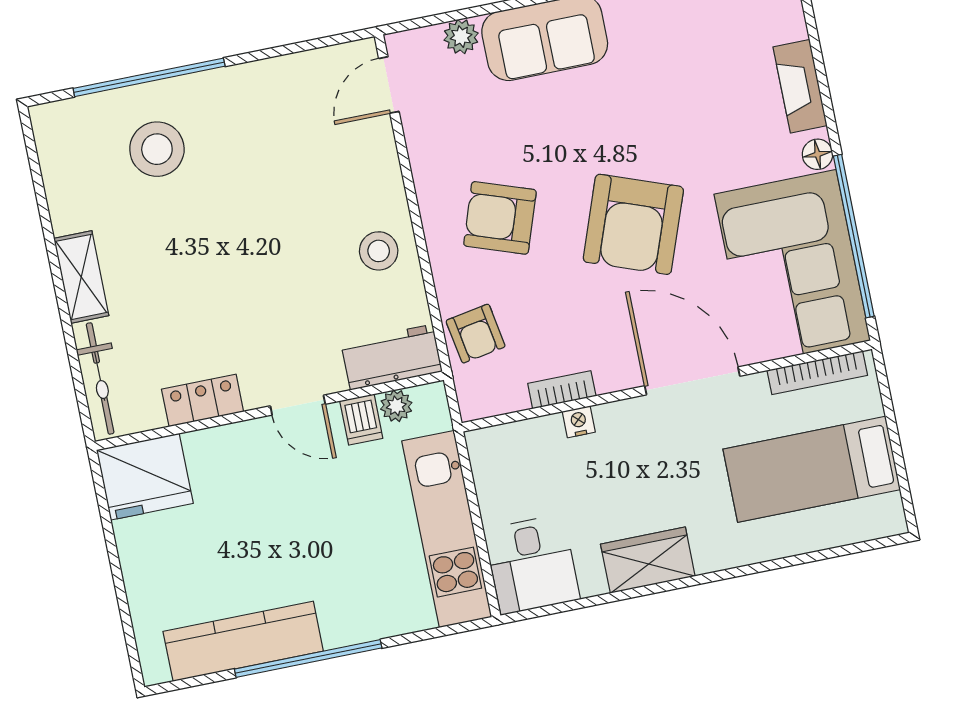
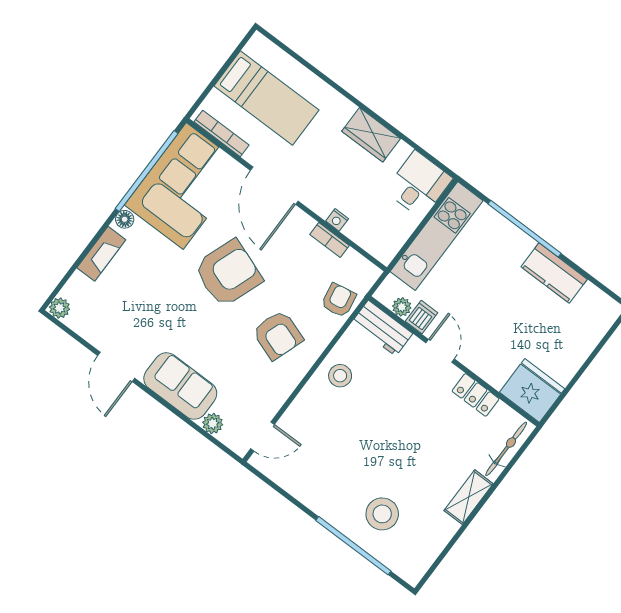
kitchen counter: (243, 641) -> (554, 273), width x0.67
window: (308, 659) -> (524, 229), moved

